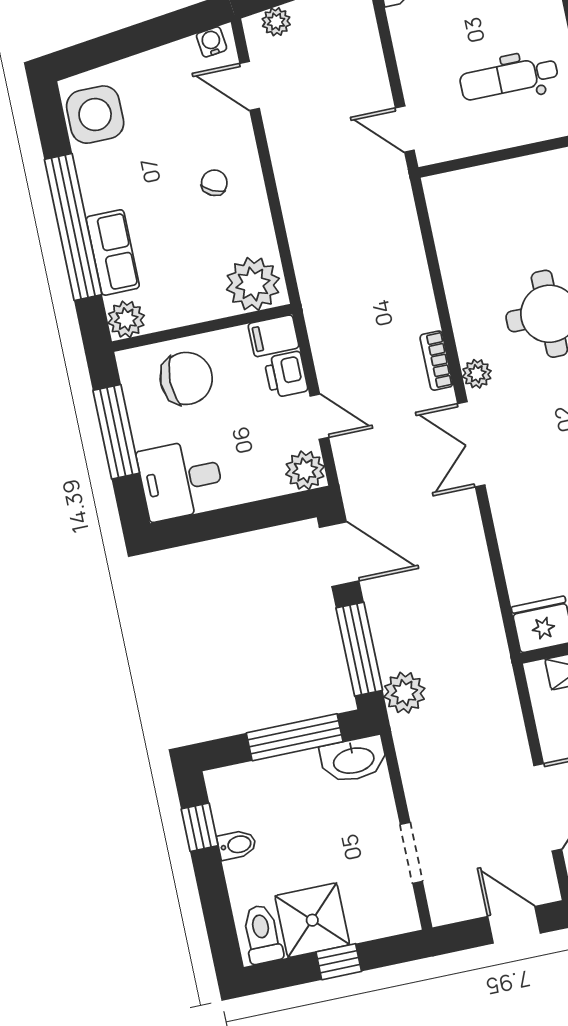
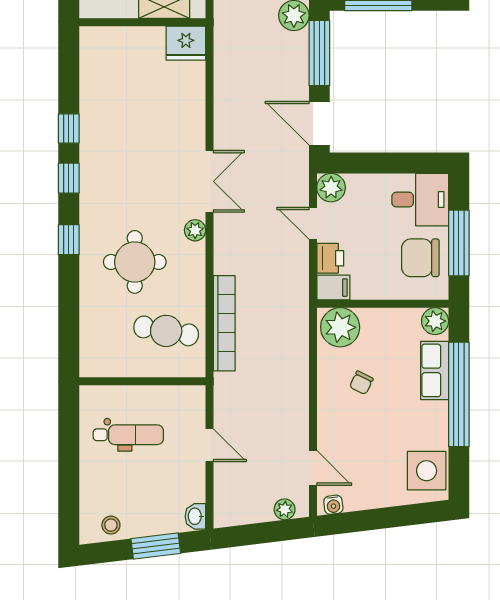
door: (405, 129) -> (210, 445), moved
chair: (214, 183) -> (361, 383), moved
cafe table: (487, 229) -> (166, 331), added
bookcase: (436, 361) -> (224, 323), moved, width x2.31, depth x1.31
chair: (186, 378) -> (420, 258), moved

